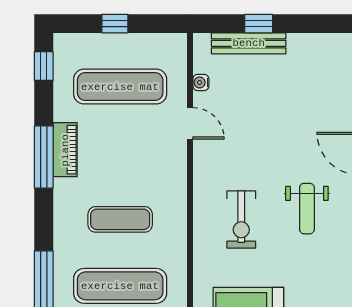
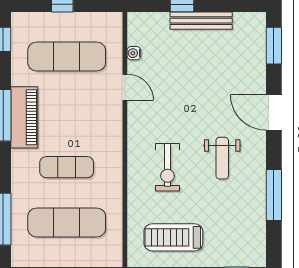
bench: (249, 43) -> (201, 21), moved
piano: (65, 150) -> (24, 117), width x1.37, depth x1.33

